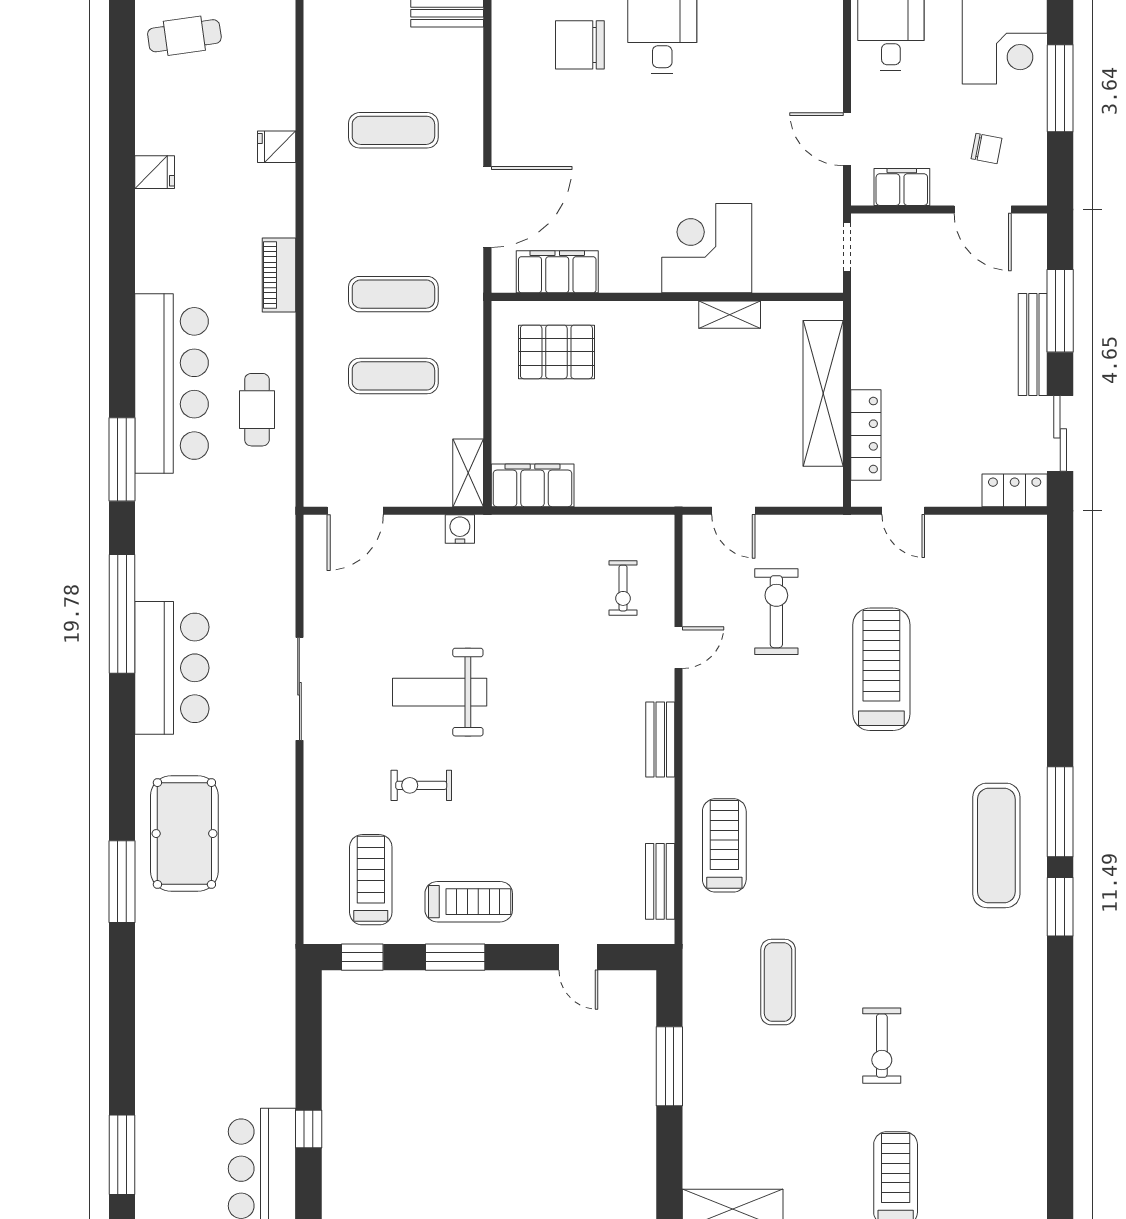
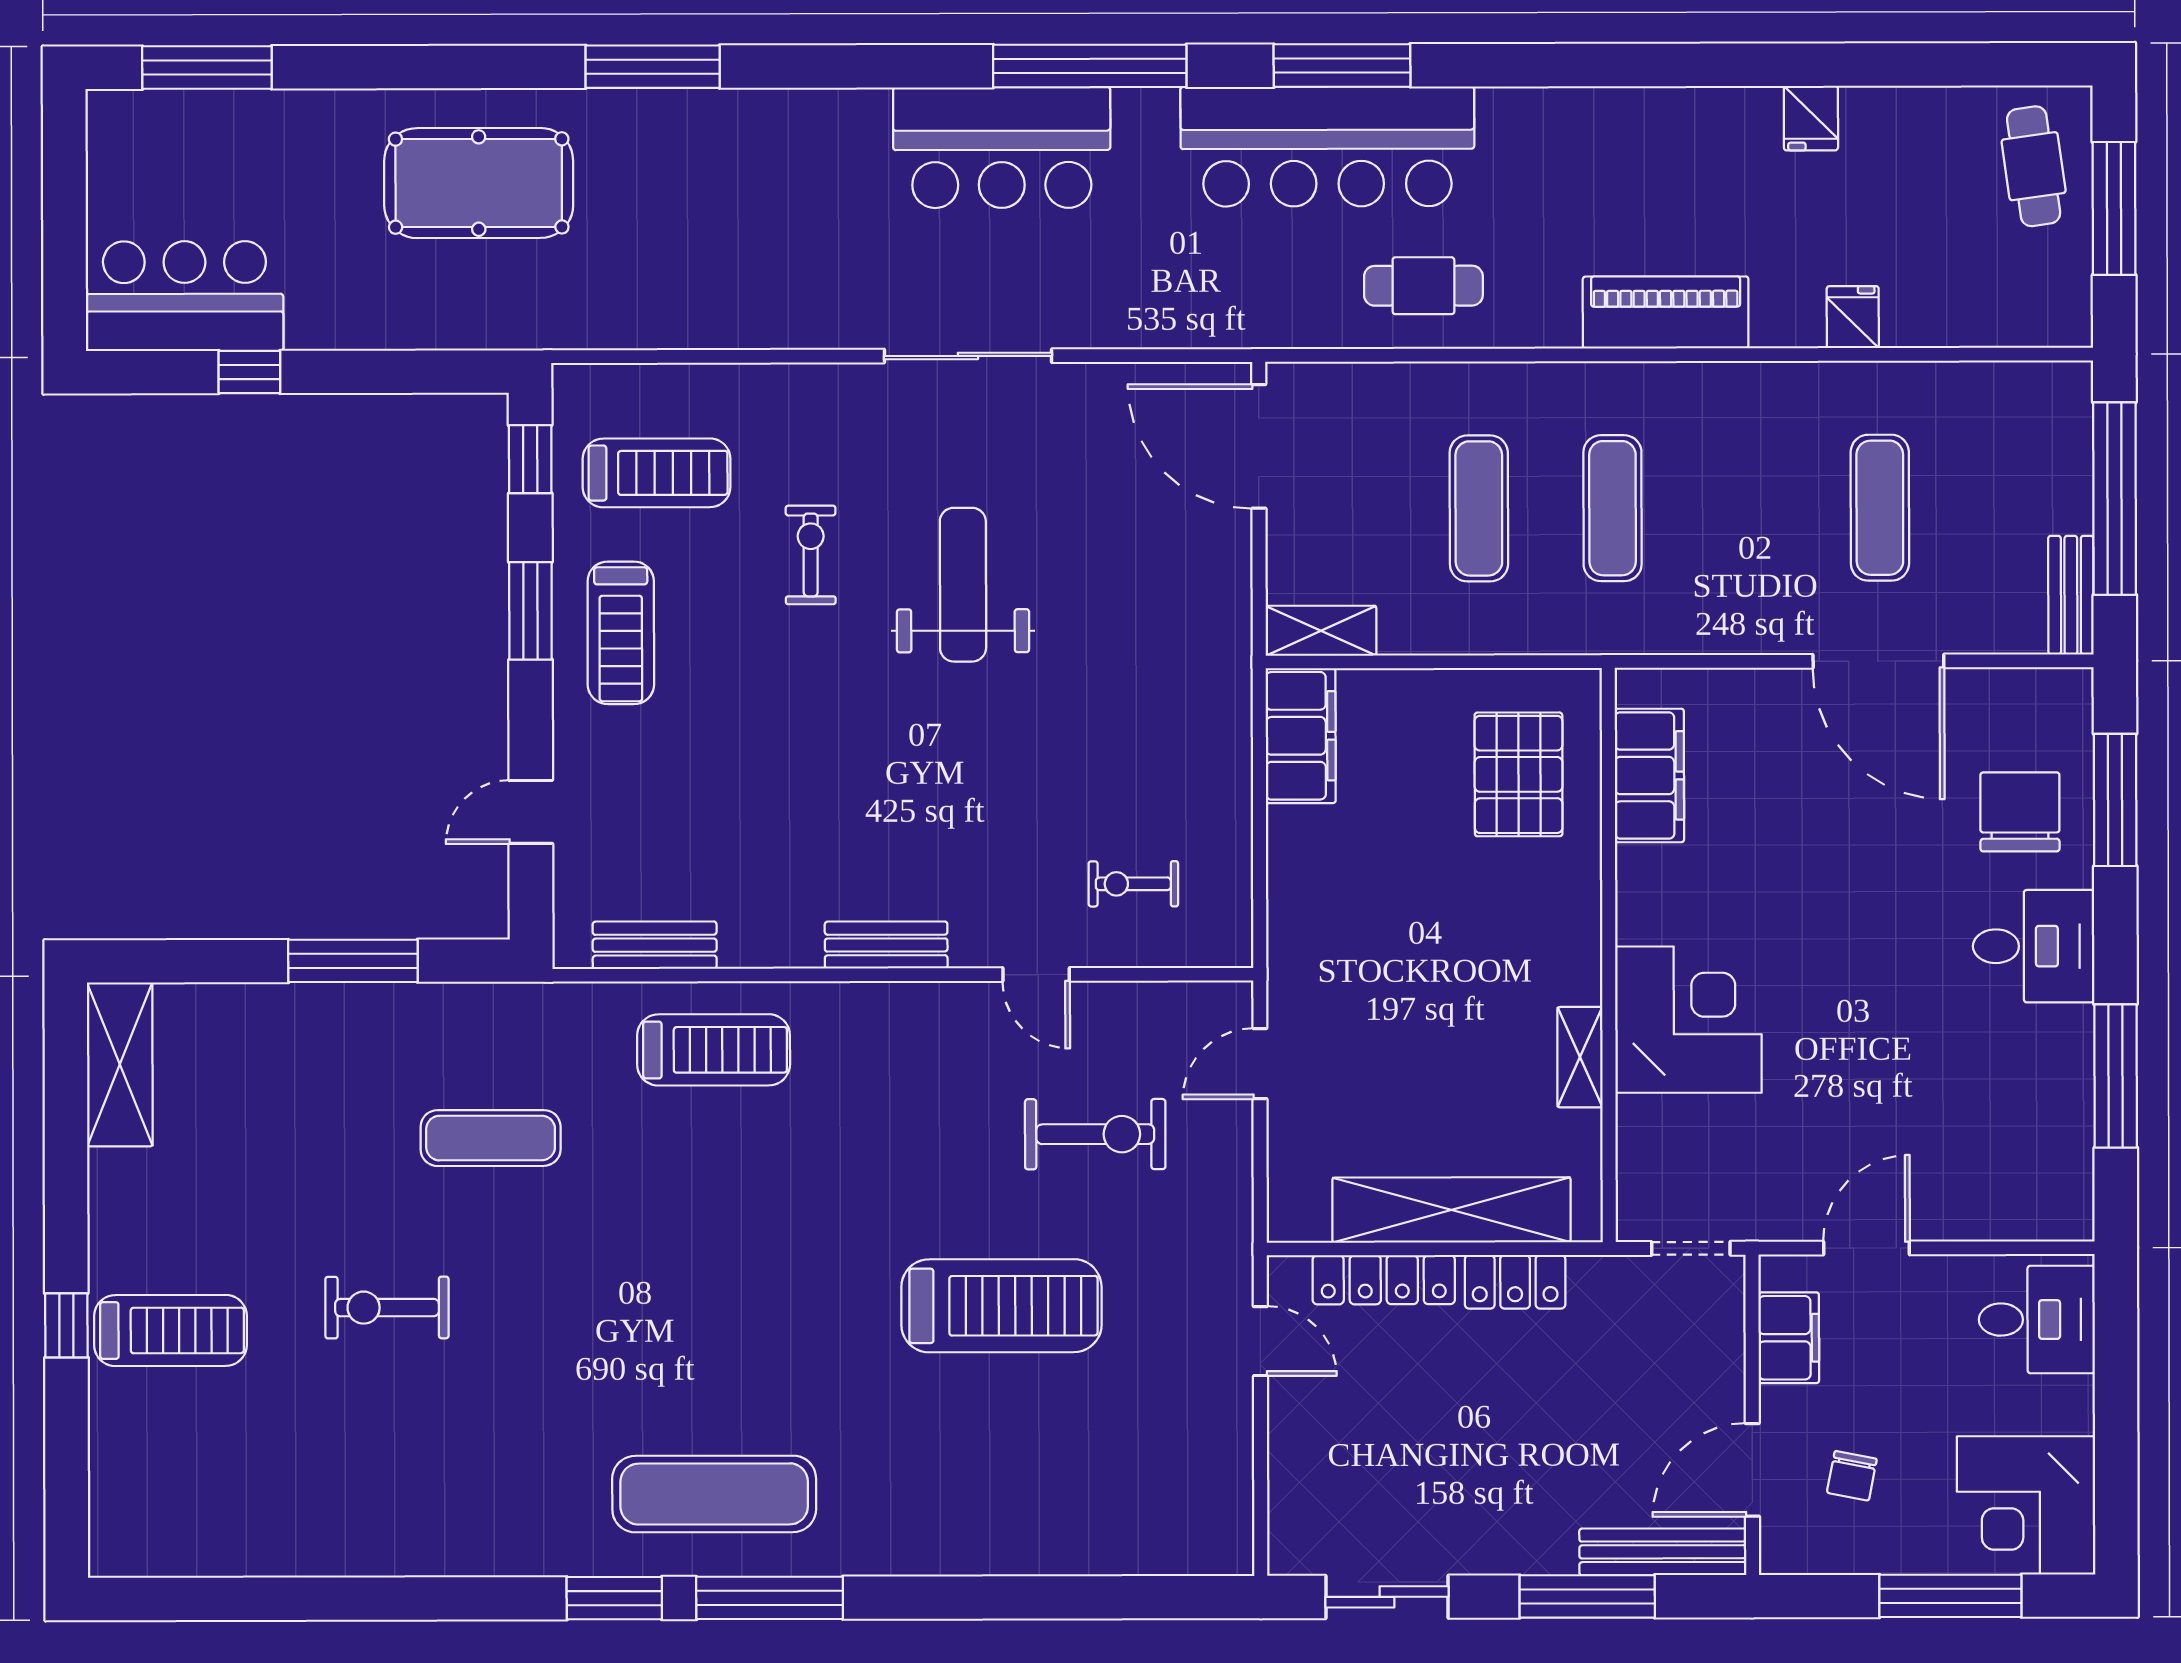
door: (487, 207) -> (1878, 661), moved
piano: (279, 275) -> (1666, 312), width x1.37, depth x1.33
bench: (1033, 344) -> (1663, 1552), moved
bar counter: (172, 383) -> (1327, 147), moved
locker: (1015, 490) -> (1515, 1282), moved, turned 90
door: (355, 511) -> (1259, 446), width x1.36
door: (903, 511) -> (1260, 1341), swing flipped
water cooler: (460, 529) -> (1229, 617), removed
pool table: (184, 834) -> (479, 183), moved

